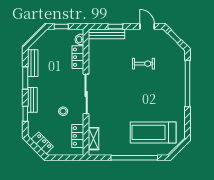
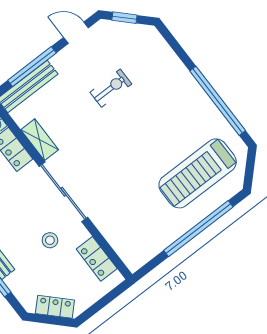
window: (115, 26) -> (32, 67), width x2.17
window: (187, 83) -> (218, 101), moved
shelving: (93, 139) -> (40, 140), moved

